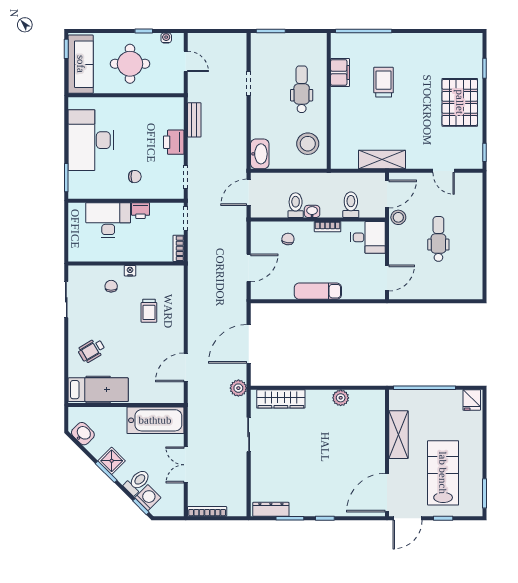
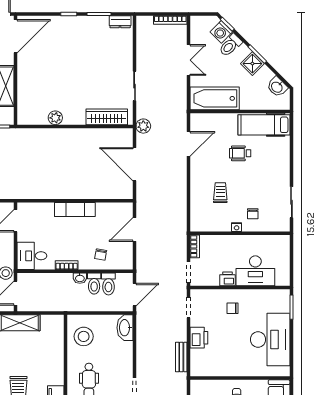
toilet: (351, 205) -> (108, 284), moved
door: (249, 344) -> (135, 164), swing flipped
wheelchair: (92, 350) -> (240, 153), moved, turned -149
dresser: (271, 509) -> (120, 22), width x0.70

